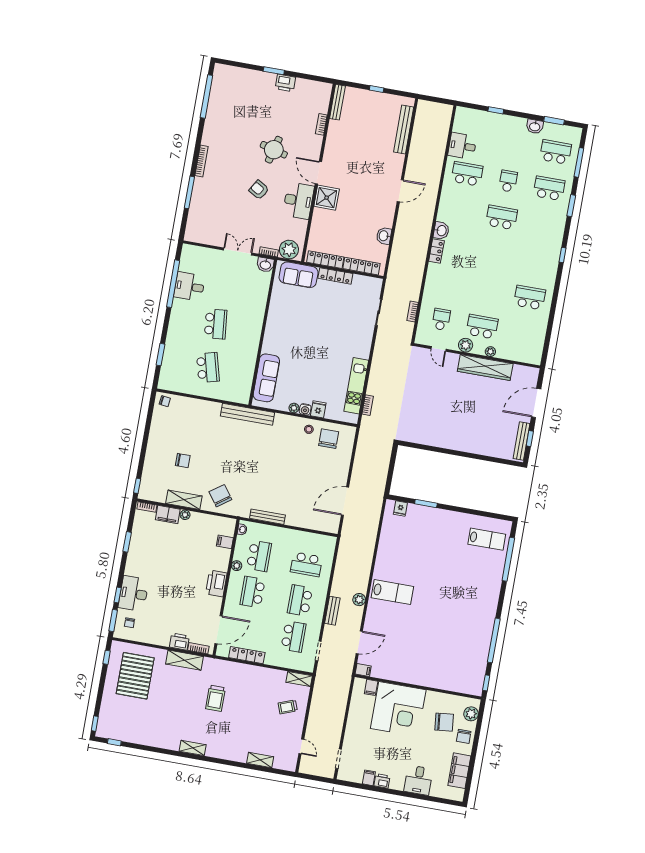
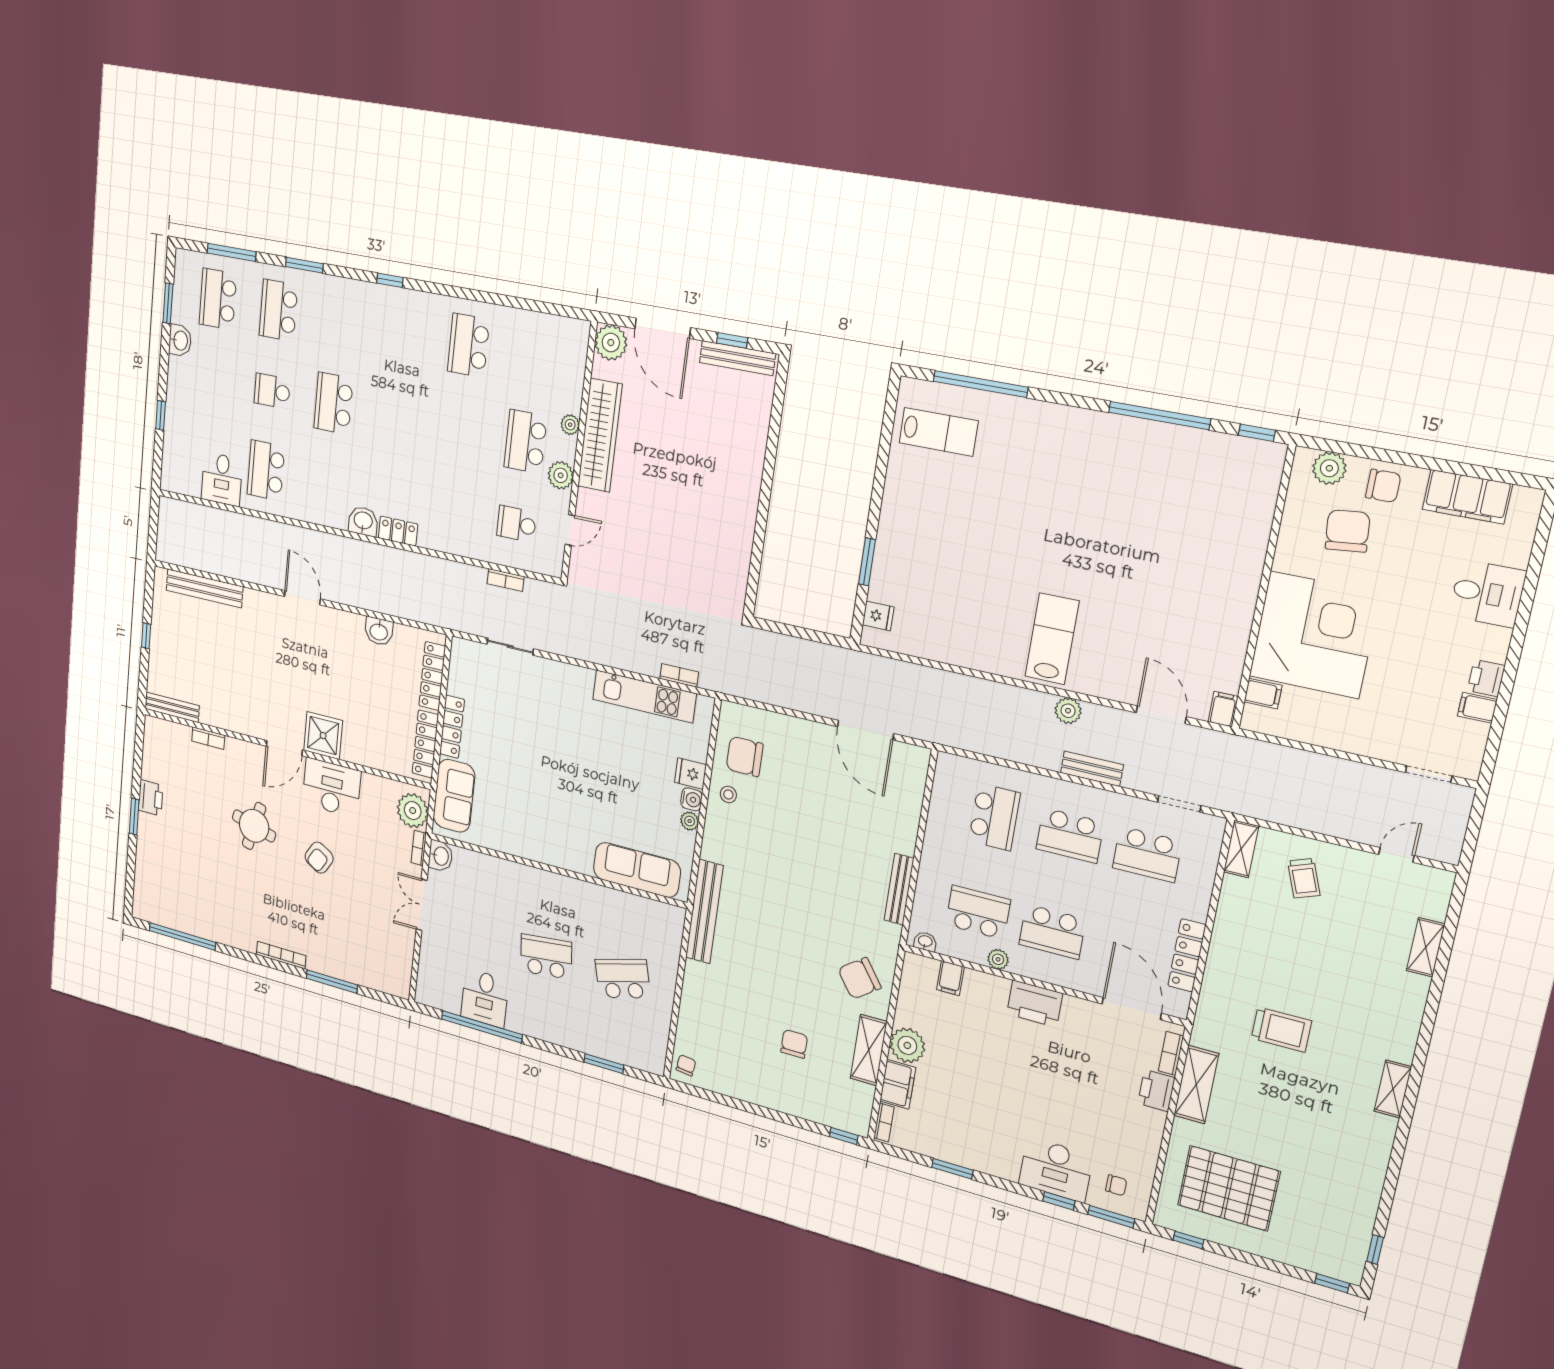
plant: (530, 375) -> (611, 343), added
plant: (185, 515) -> (907, 1045), width x1.88, depth x1.88
lab bench: (487, 539) -> (939, 432), turned 90
school desk: (294, 636) -> (1147, 854), turned 180

